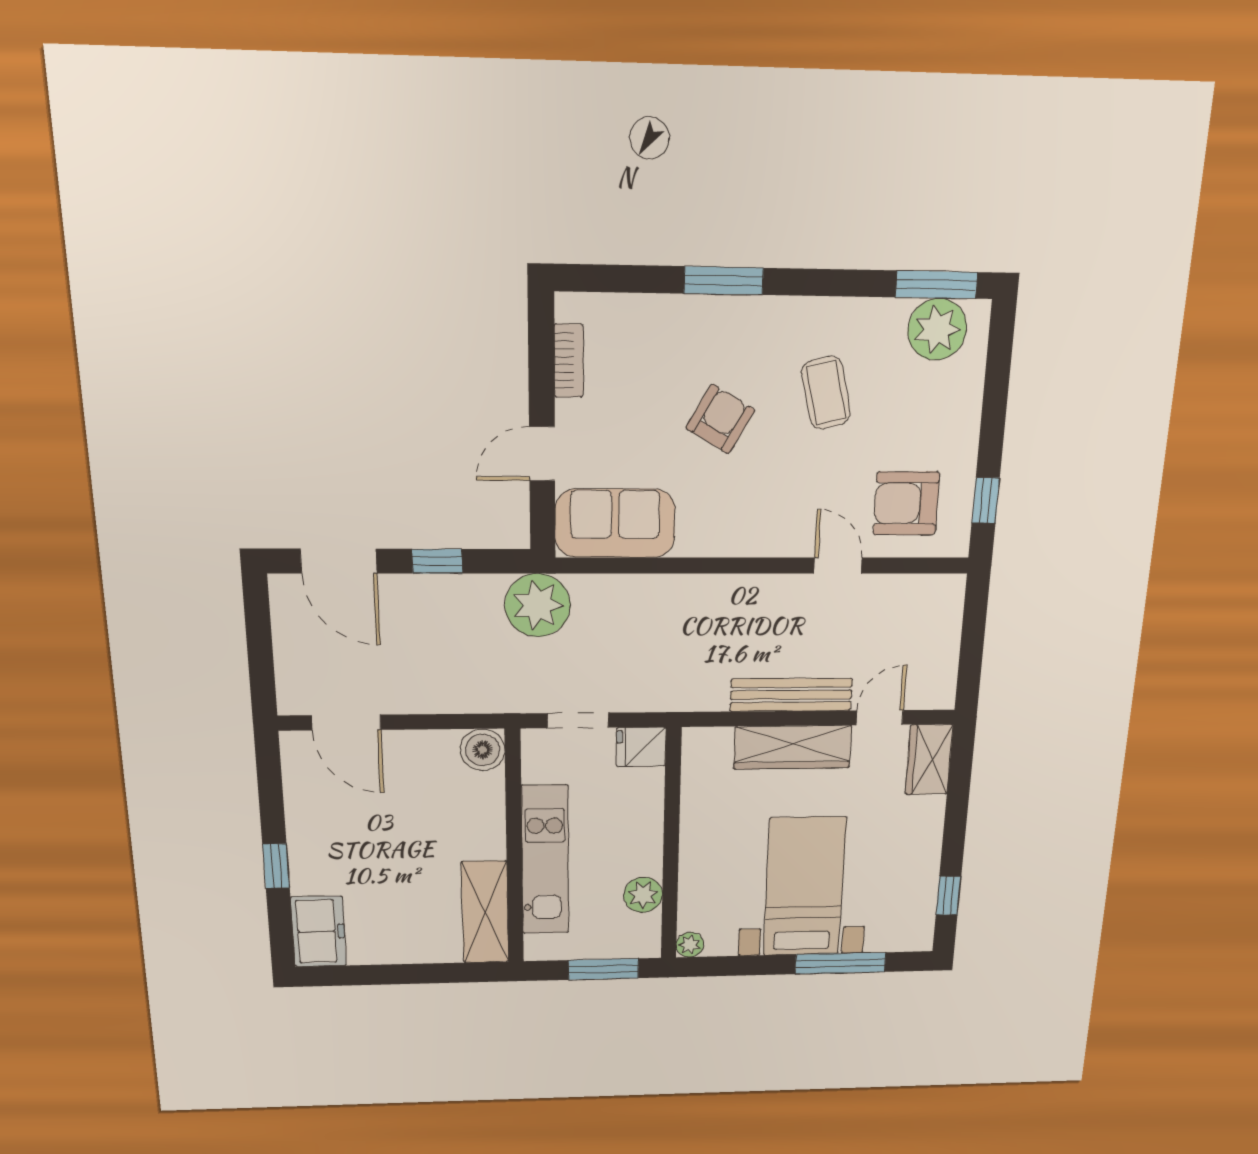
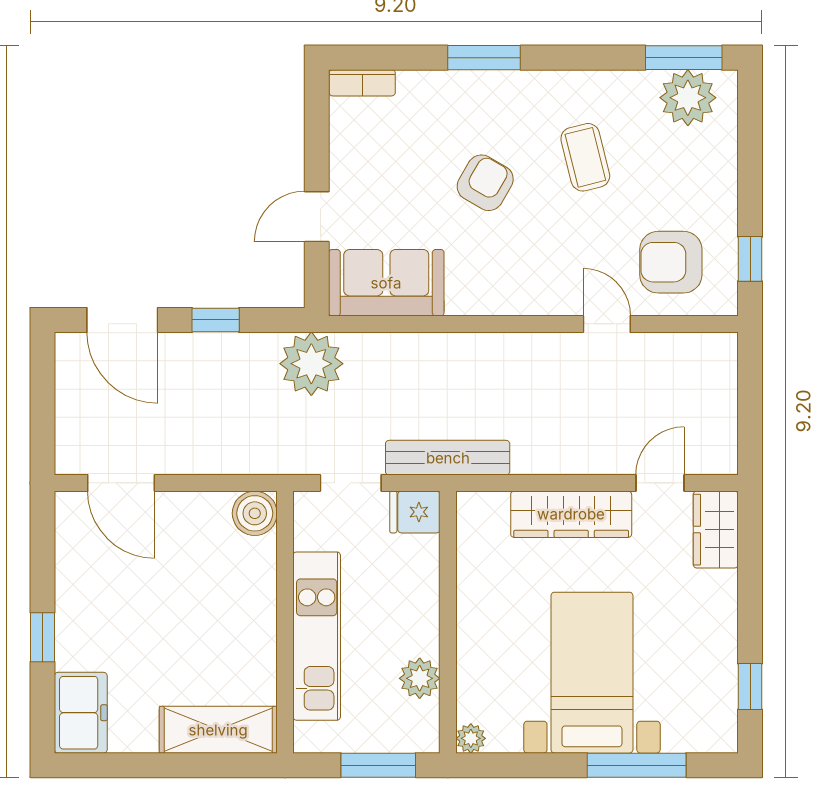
bookcase: (569, 361) -> (362, 83), moved, turned 90
bench: (791, 695) -> (448, 458), moved
shelving: (485, 912) -> (218, 730), moved, turned 90

